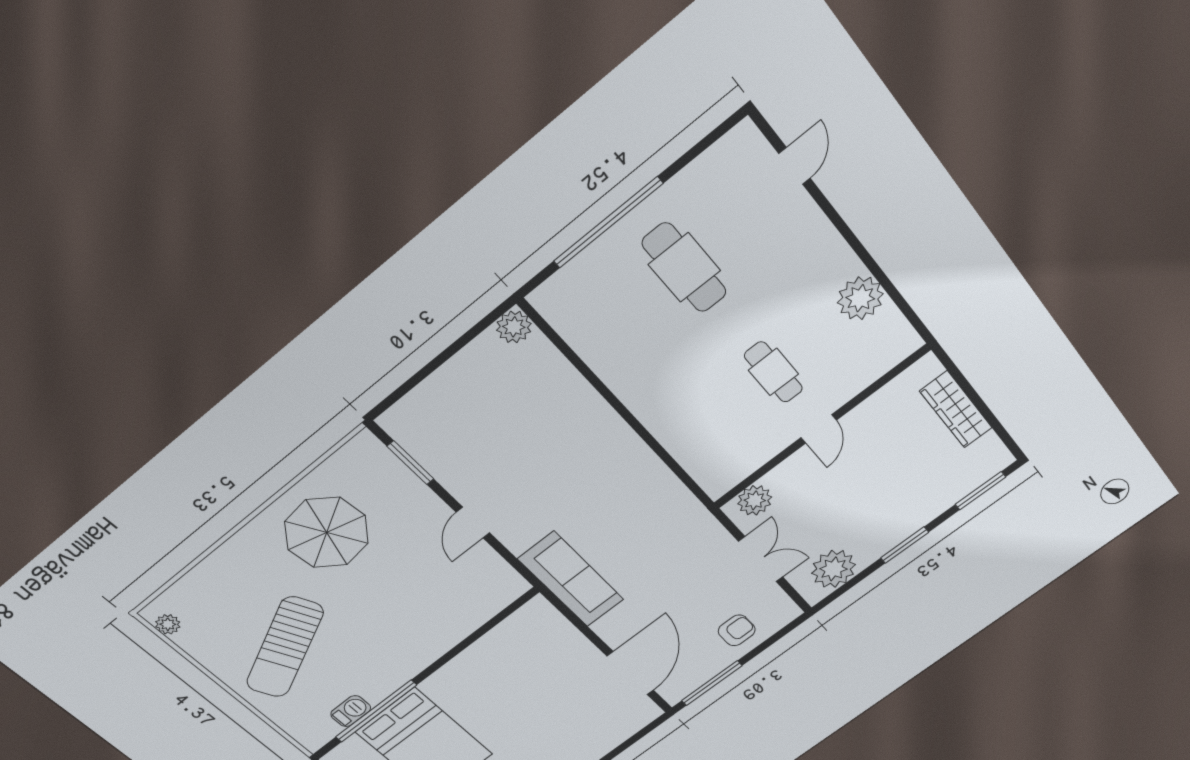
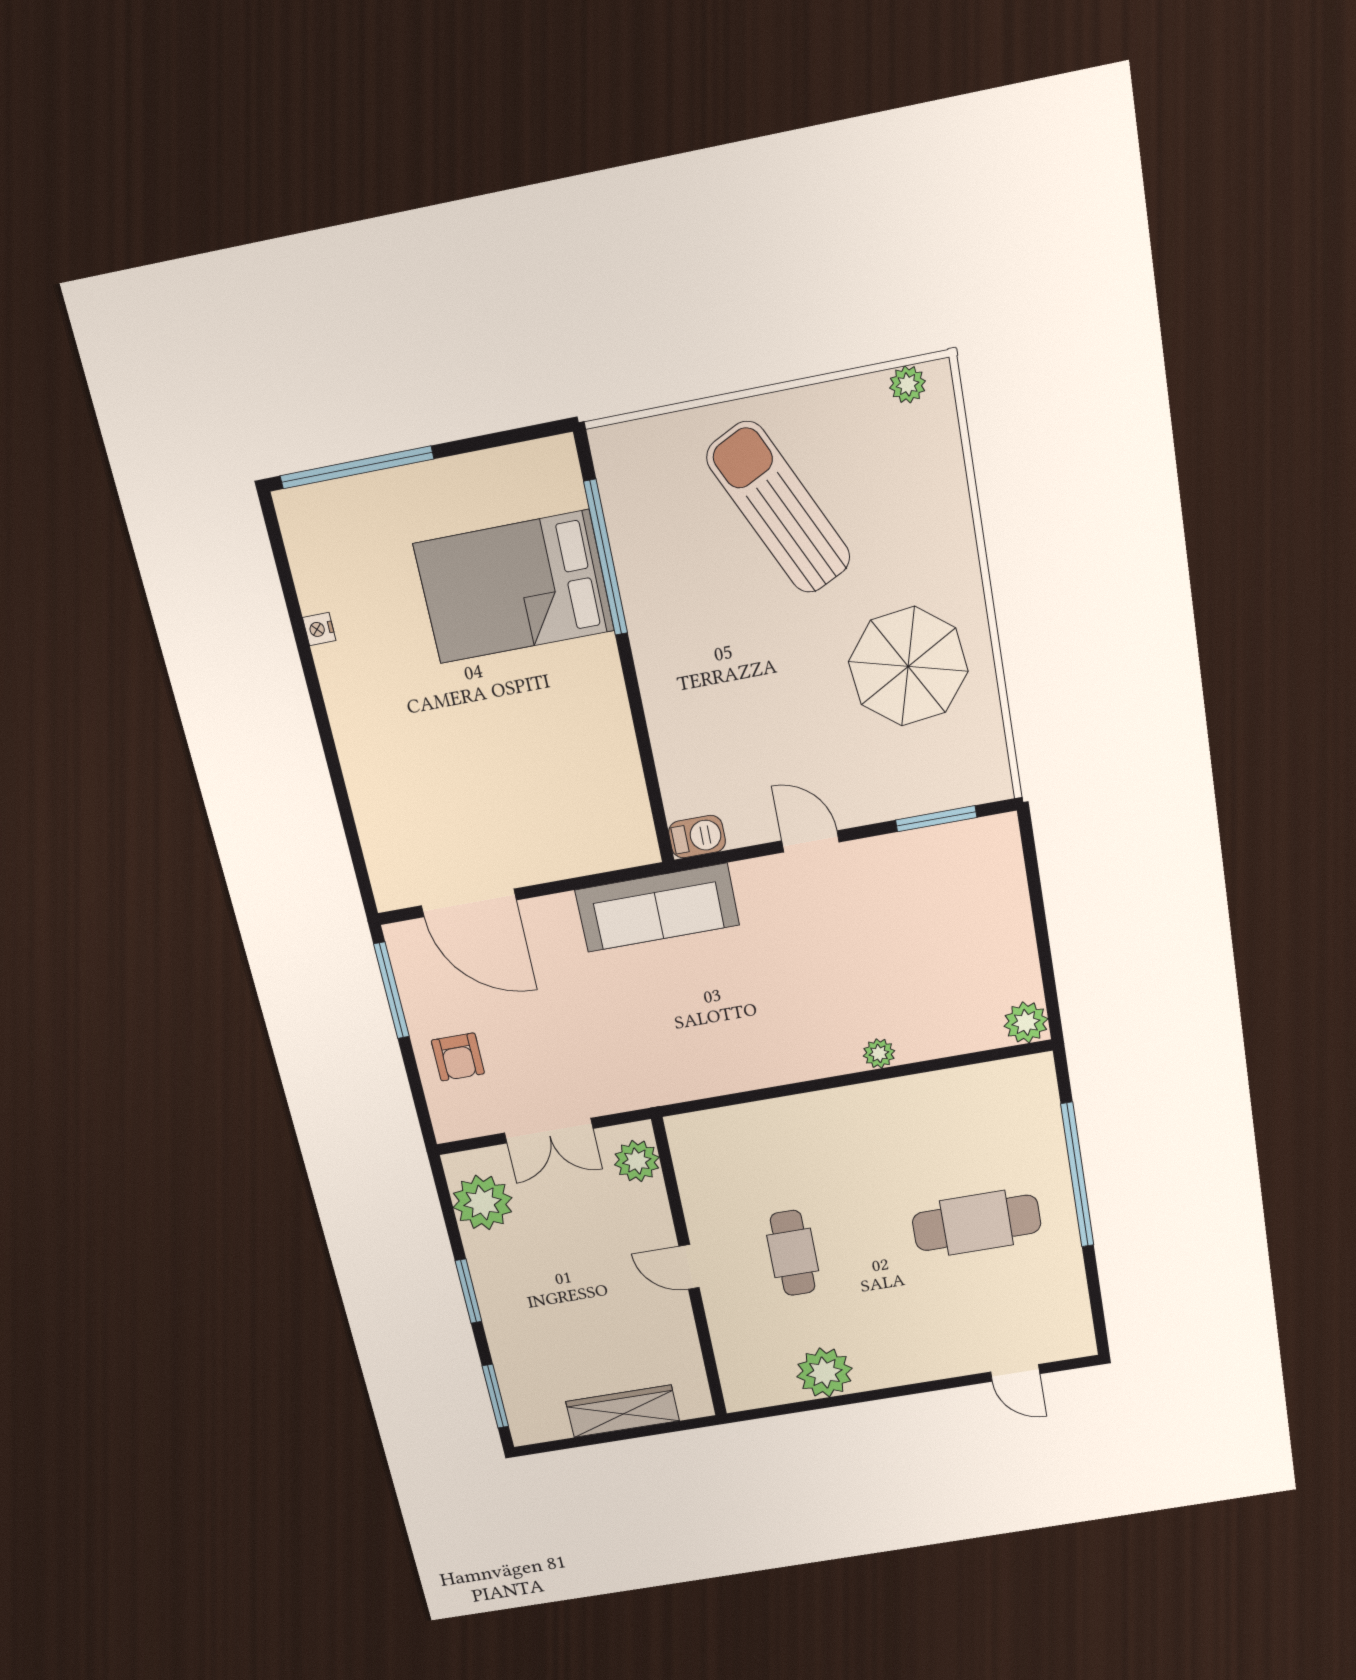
cafe table: (773, 372) -> (793, 1253), turned 90
plant: (592, 403) -> (879, 1053), added
barbecue: (351, 711) -> (697, 837), moved, turned -90

